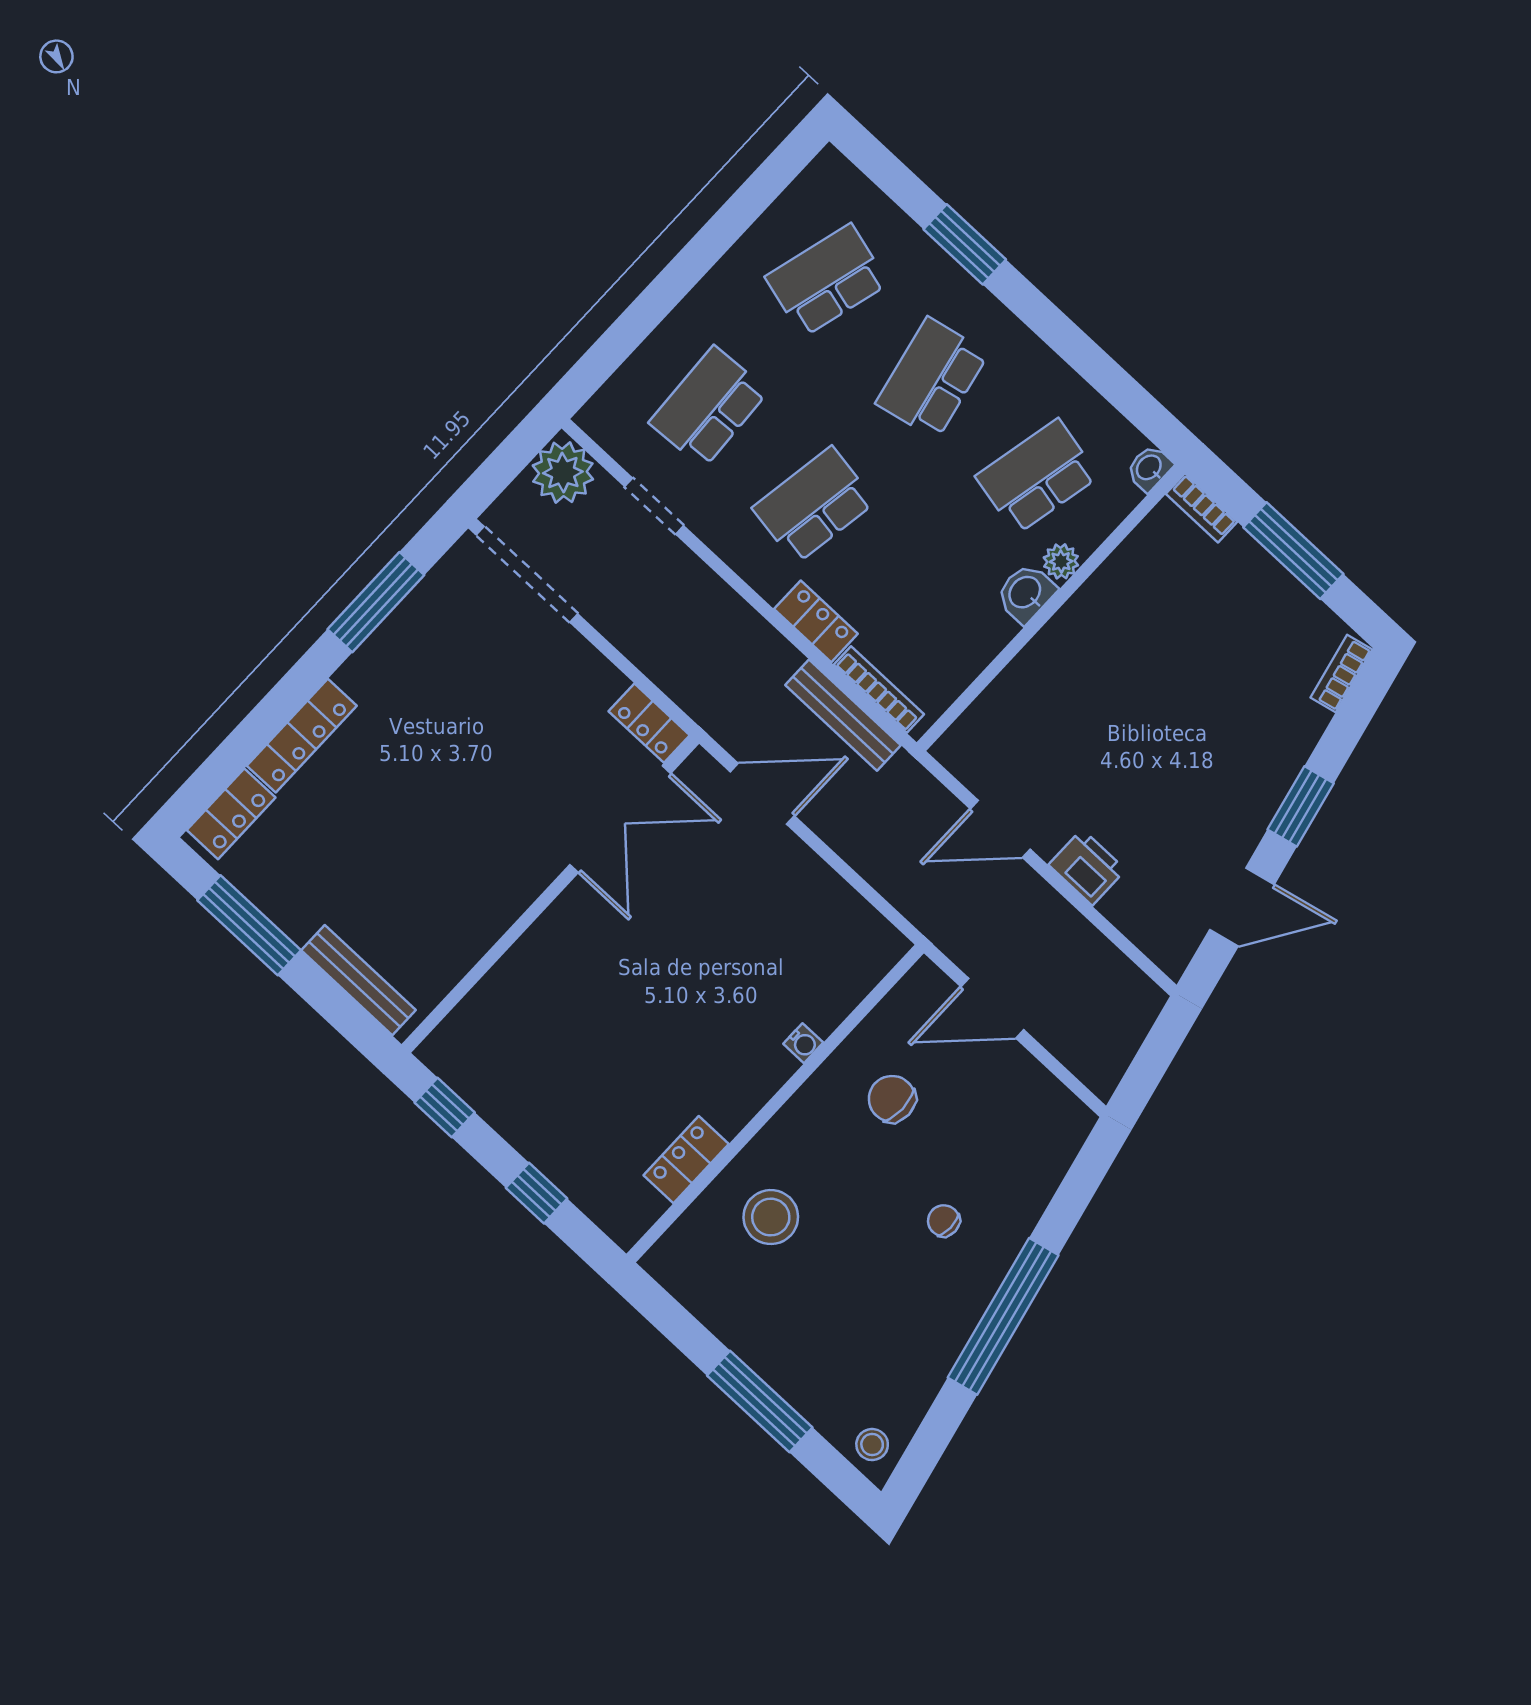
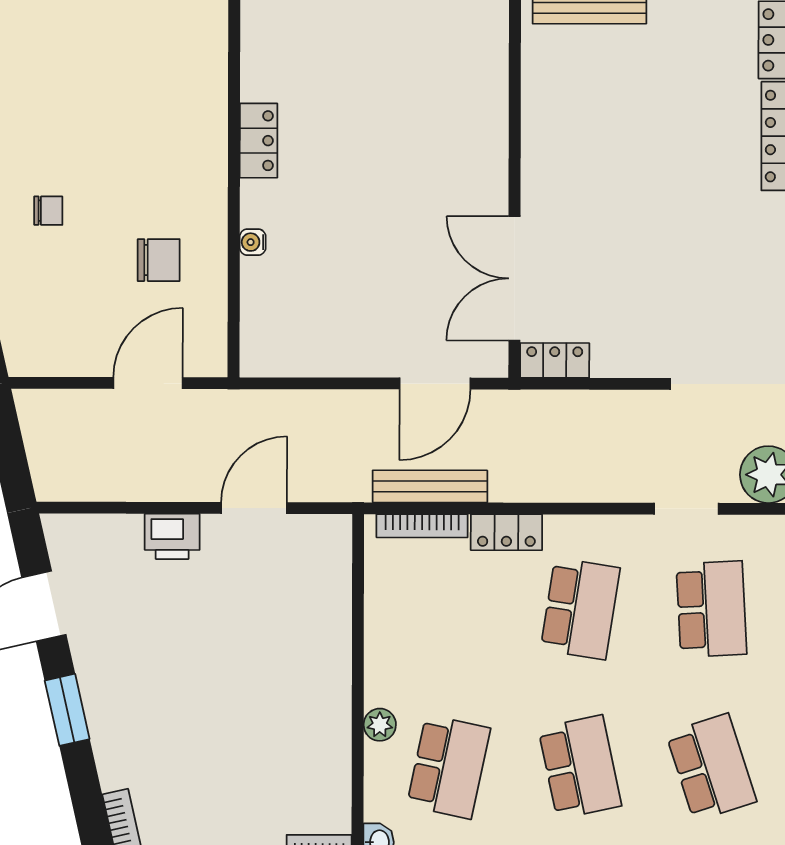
school desk: (827, 280) -> (711, 767), turned -33
washbasin: (1026, 593) -> (384, 682), removed
locker: (686, 1160) -> (259, 141), moved
stool: (771, 1217) -> (166, 106), removed

